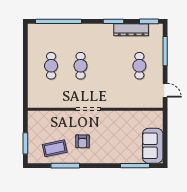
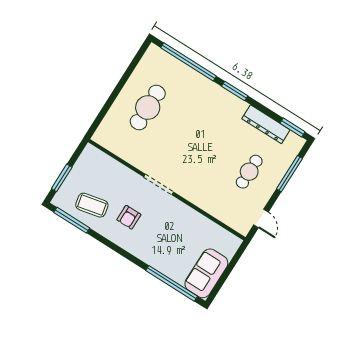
window: (114, 21) -> (235, 91), moved
cafe table: (51, 66) -> (148, 108), width x1.37, depth x1.35
cafe table: (81, 66) -> (182, 129), removed
window: (65, 166) -> (72, 220), moved
window: (135, 166) -> (172, 283), width x1.46

